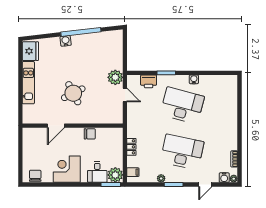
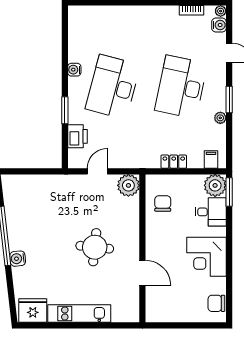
plant: (115, 77) -> (128, 185), moved
round table: (73, 93) -> (95, 247), turned 33
chair: (90, 134) -> (163, 203), moved

